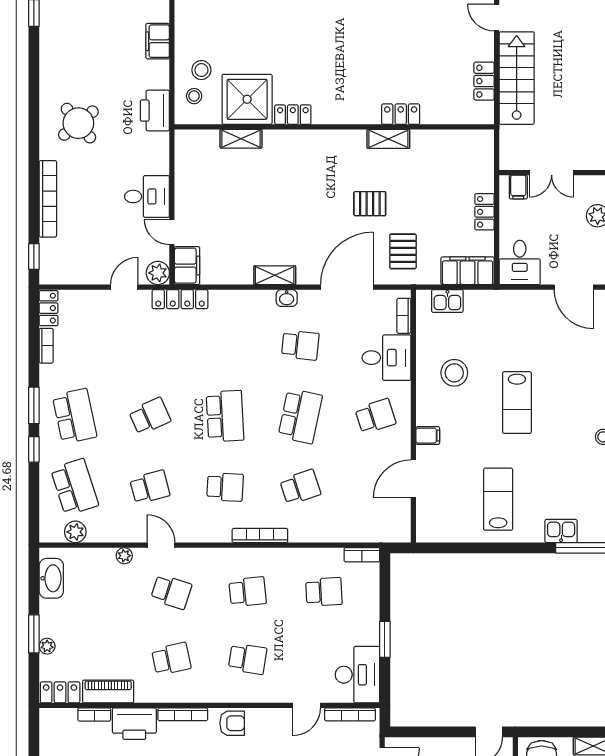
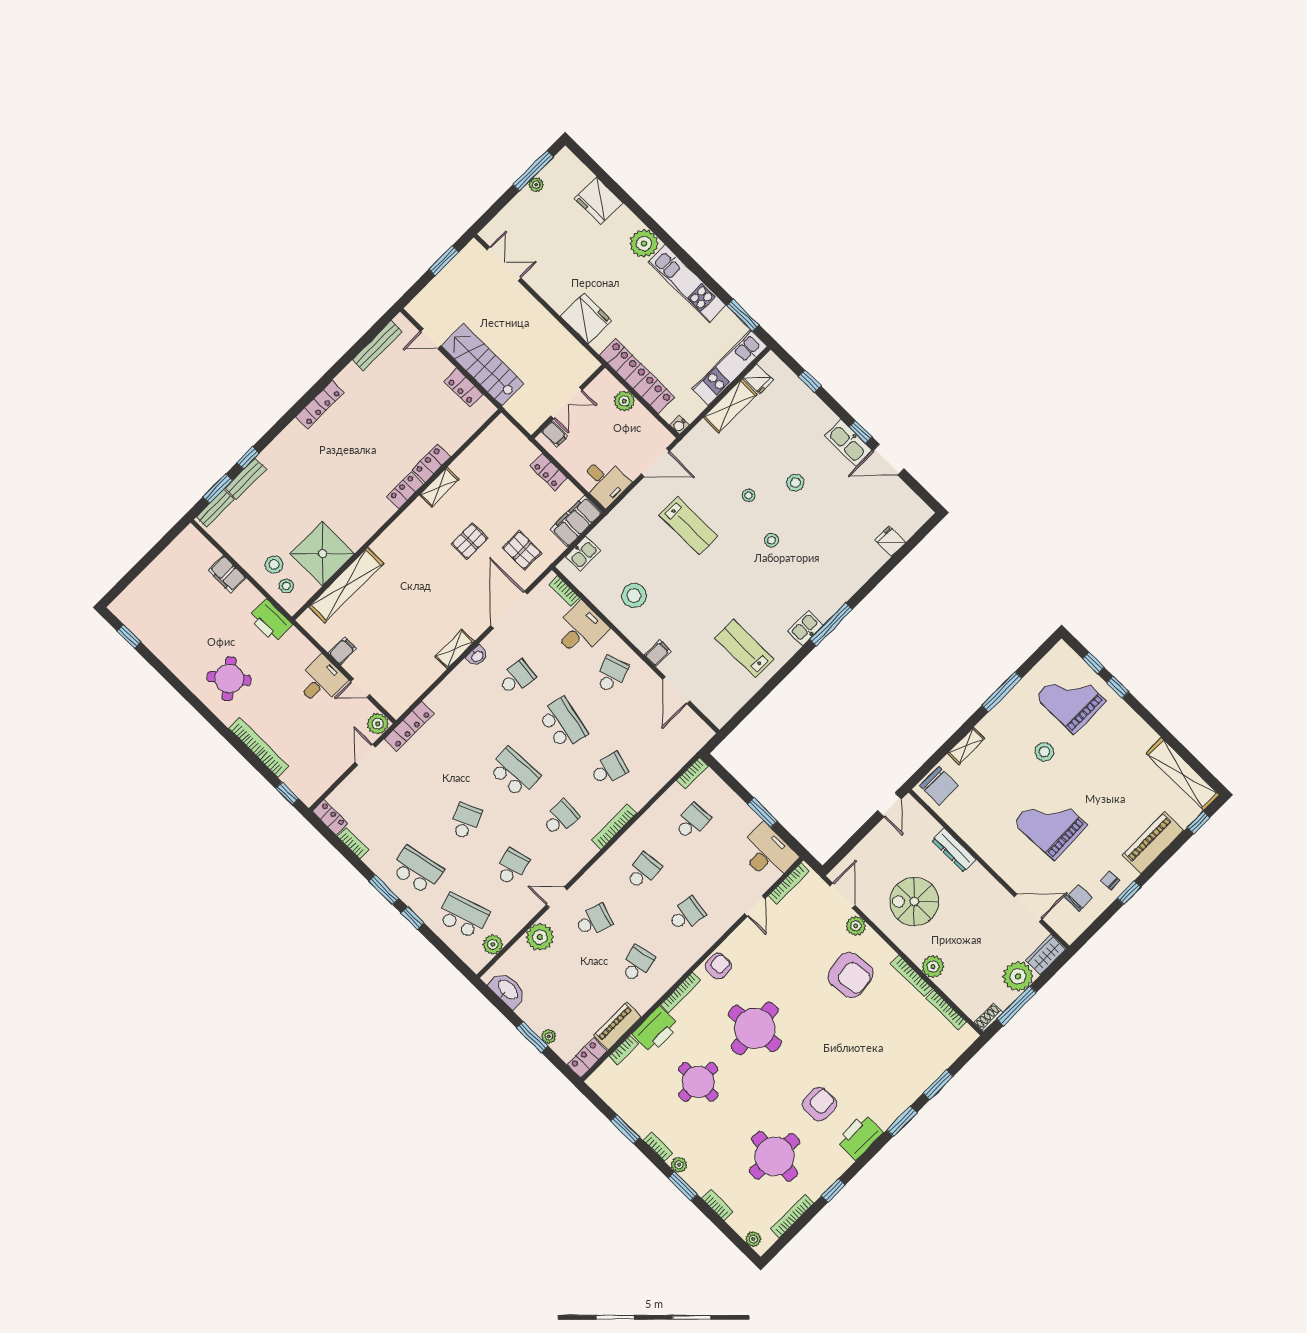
locker: (293, 115) -> (405, 490), moved
shelving: (241, 139) -> (346, 585), width x2.20, depth x1.33
filing cabinet: (187, 266) -> (343, 651), moved, width x0.50
lab bench: (517, 403) -> (688, 526), moved
school desk: (300, 487) -> (609, 769), turned 33
plant: (124, 556) -> (540, 937), width x1.88, depth x1.88

